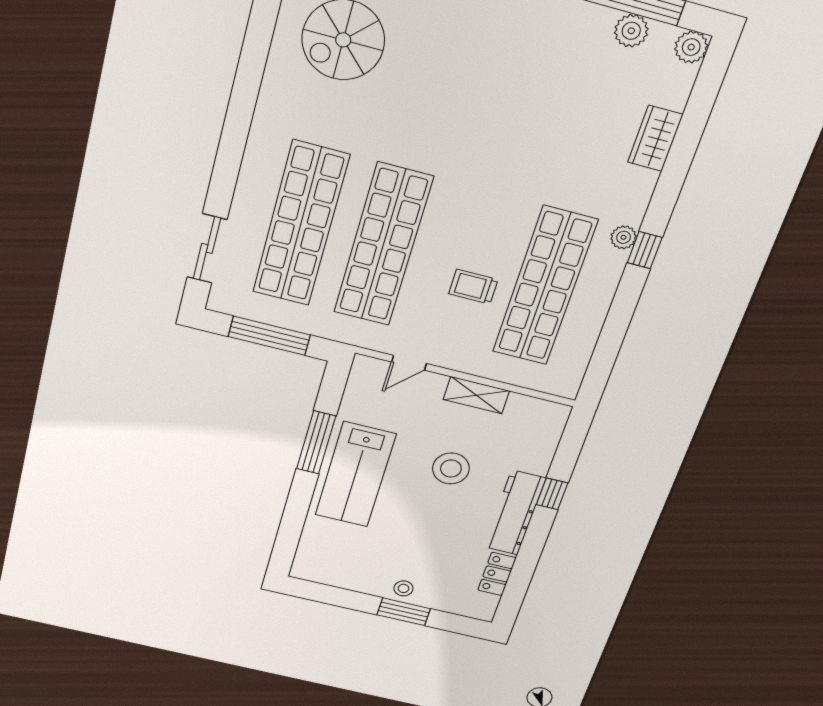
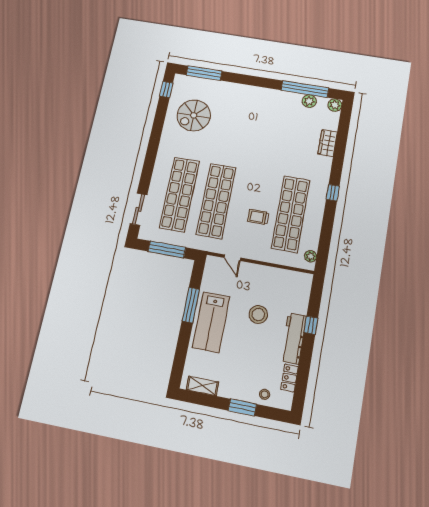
plant: (623, 237) -> (311, 256), moved
door: (409, 363) -> (232, 258), hinge flipped
shelving: (476, 395) -> (202, 386), moved
stool: (403, 588) -> (265, 394), moved

